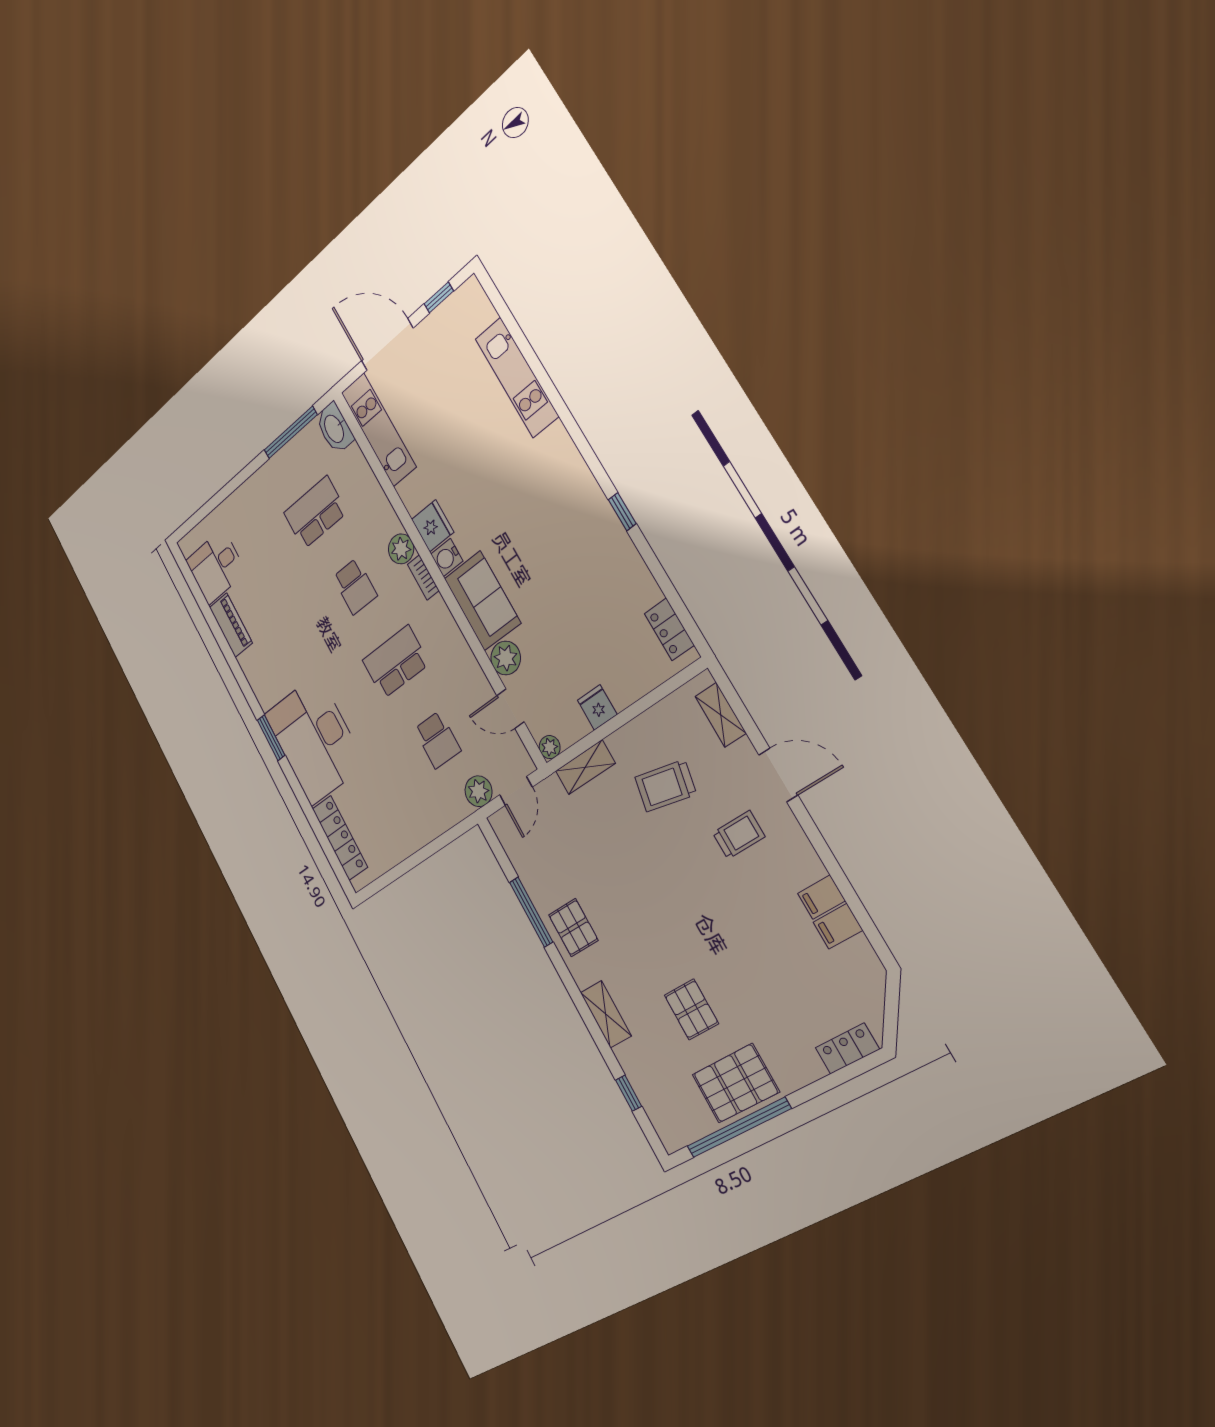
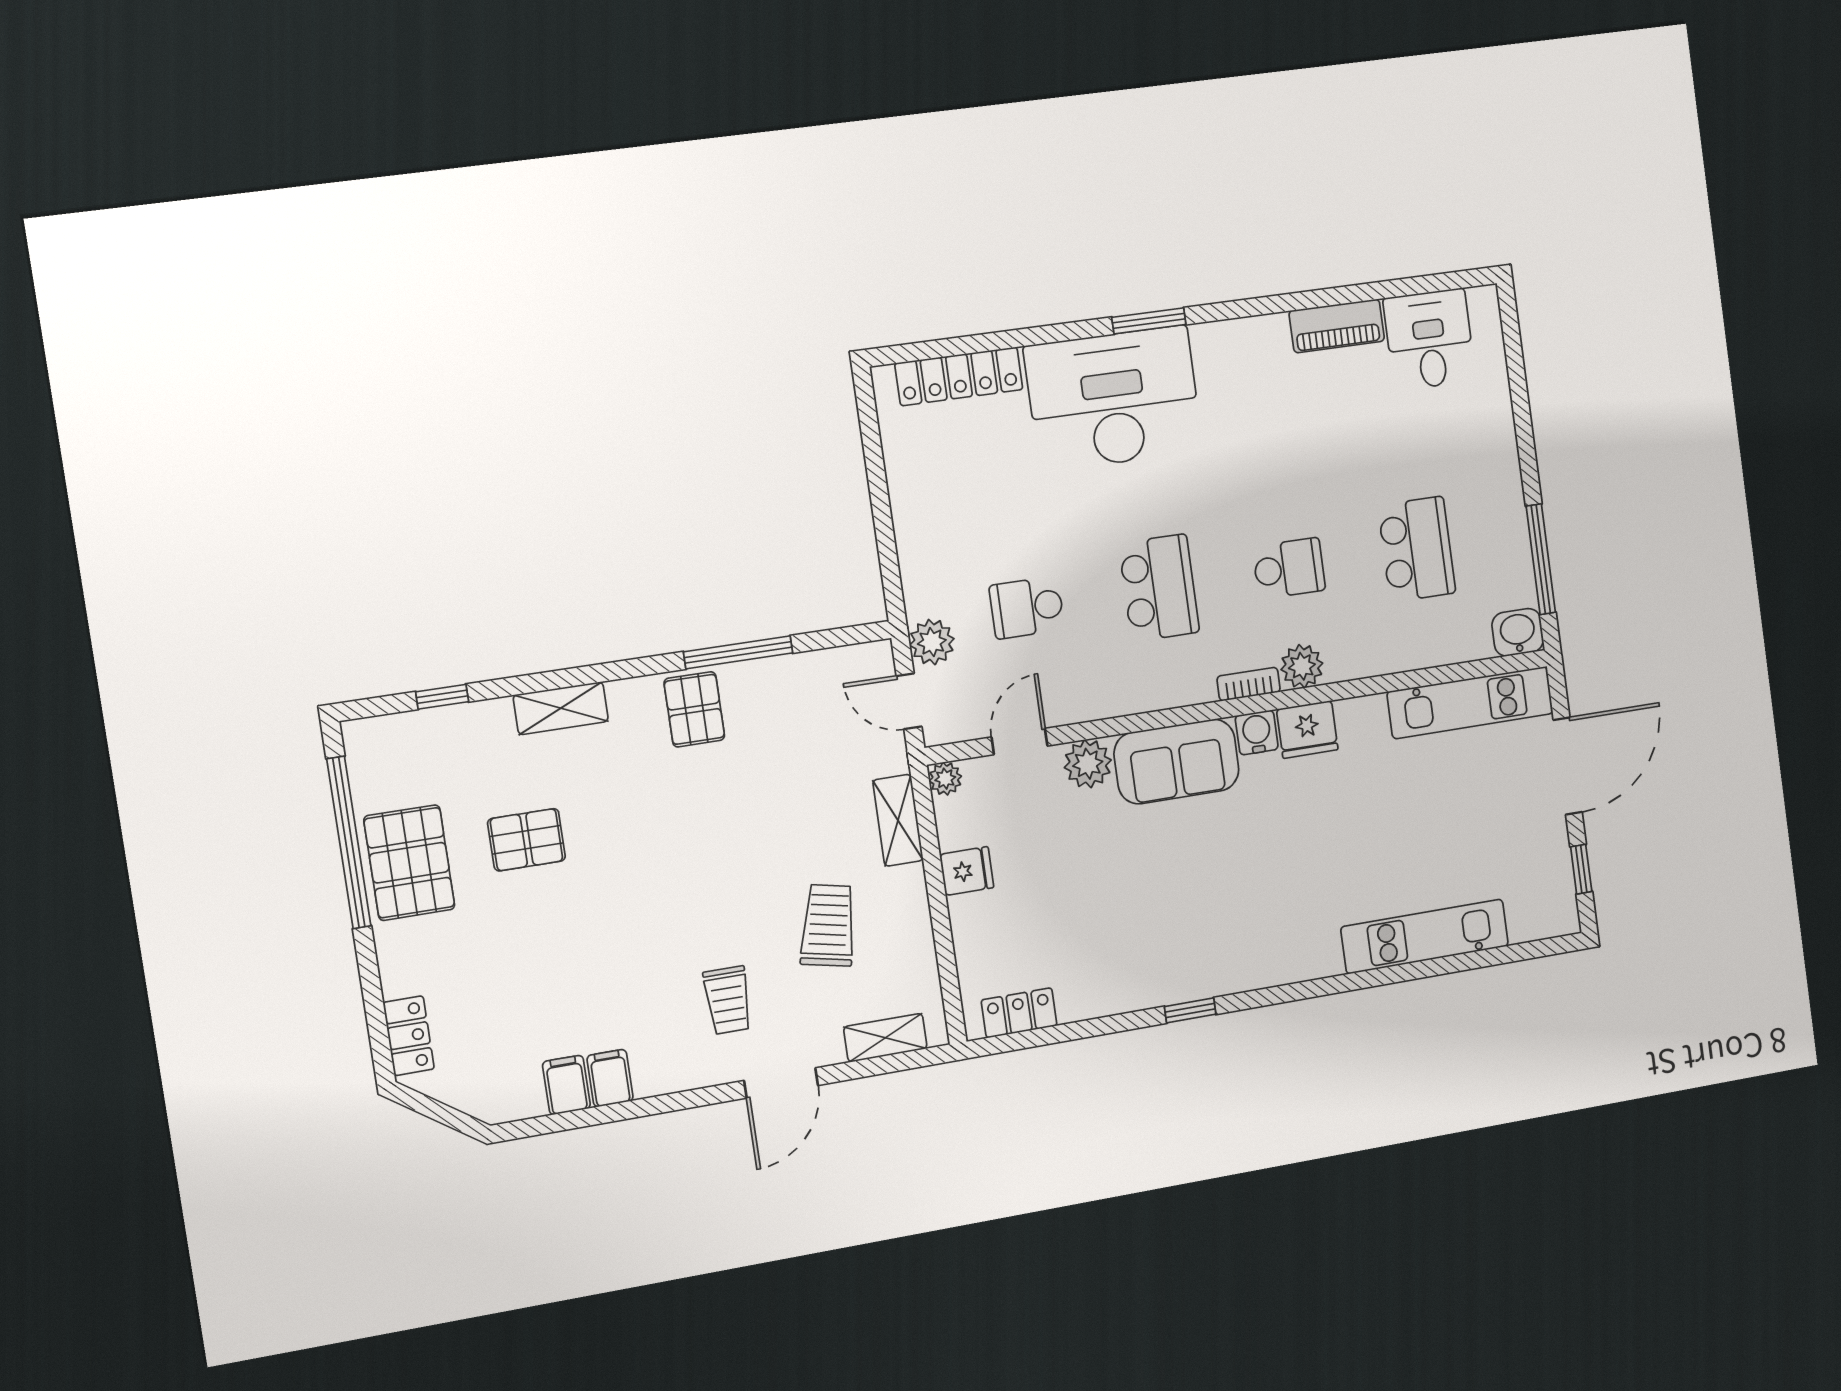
washbasin: (335, 428) -> (1518, 632), width x0.72
school desk: (355, 586) -> (1289, 568), turned 180
pallet: (573, 928) -> (694, 709), turned 90

